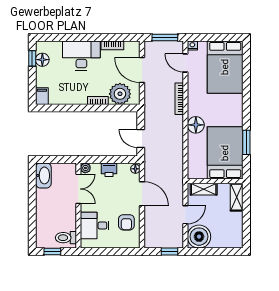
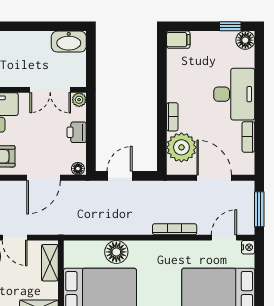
floor lamp: (42, 60) -> (245, 40), moved
door: (142, 70) -> (214, 178), hinge flipped
floor lamp: (196, 125) -> (116, 252), moved

